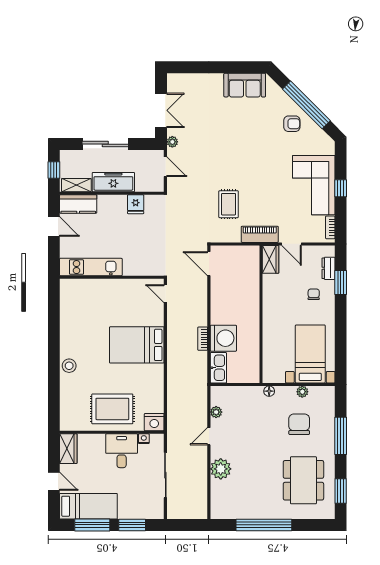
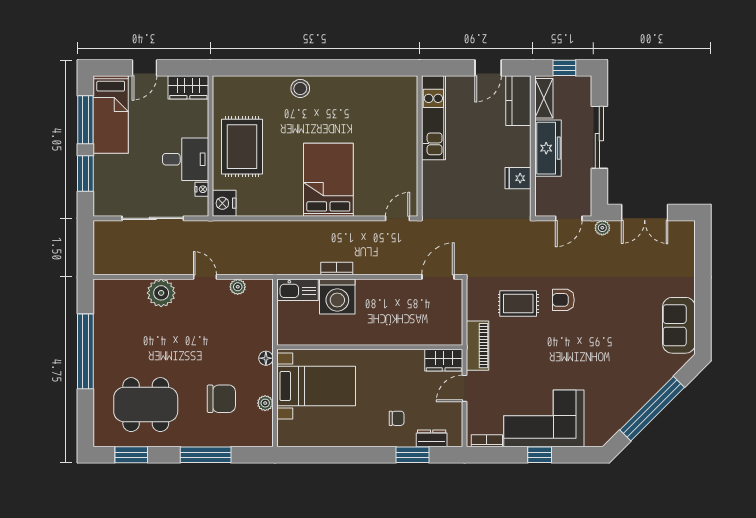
armchair: (292, 124) -> (563, 300), moved, turned 90
bed with nightstands: (310, 354) -> (316, 386), moved

